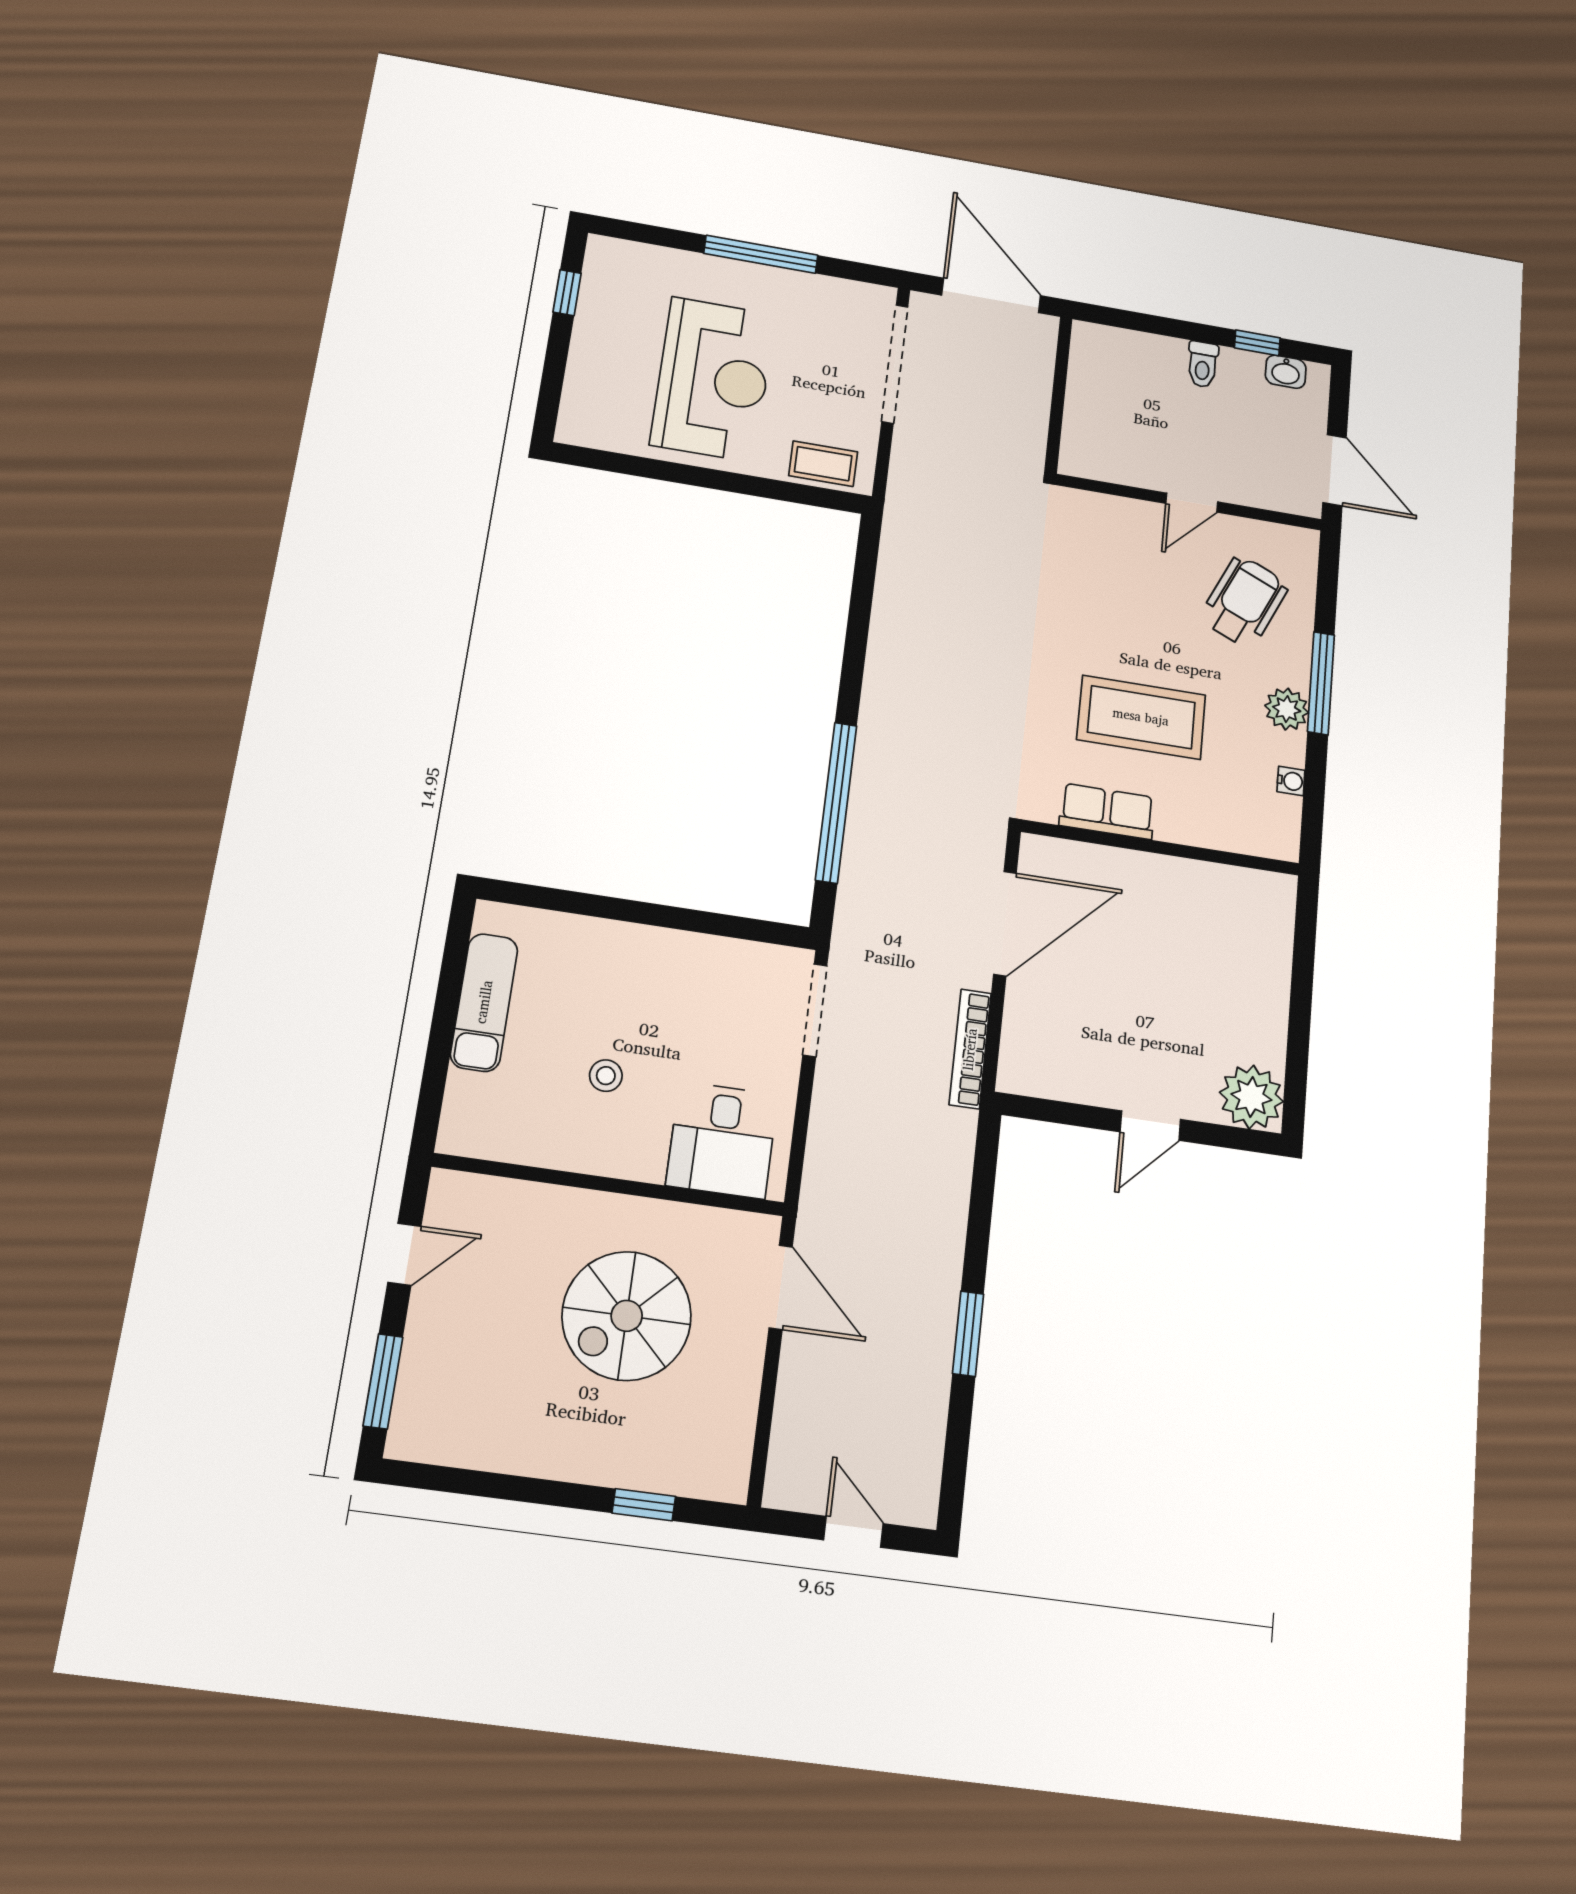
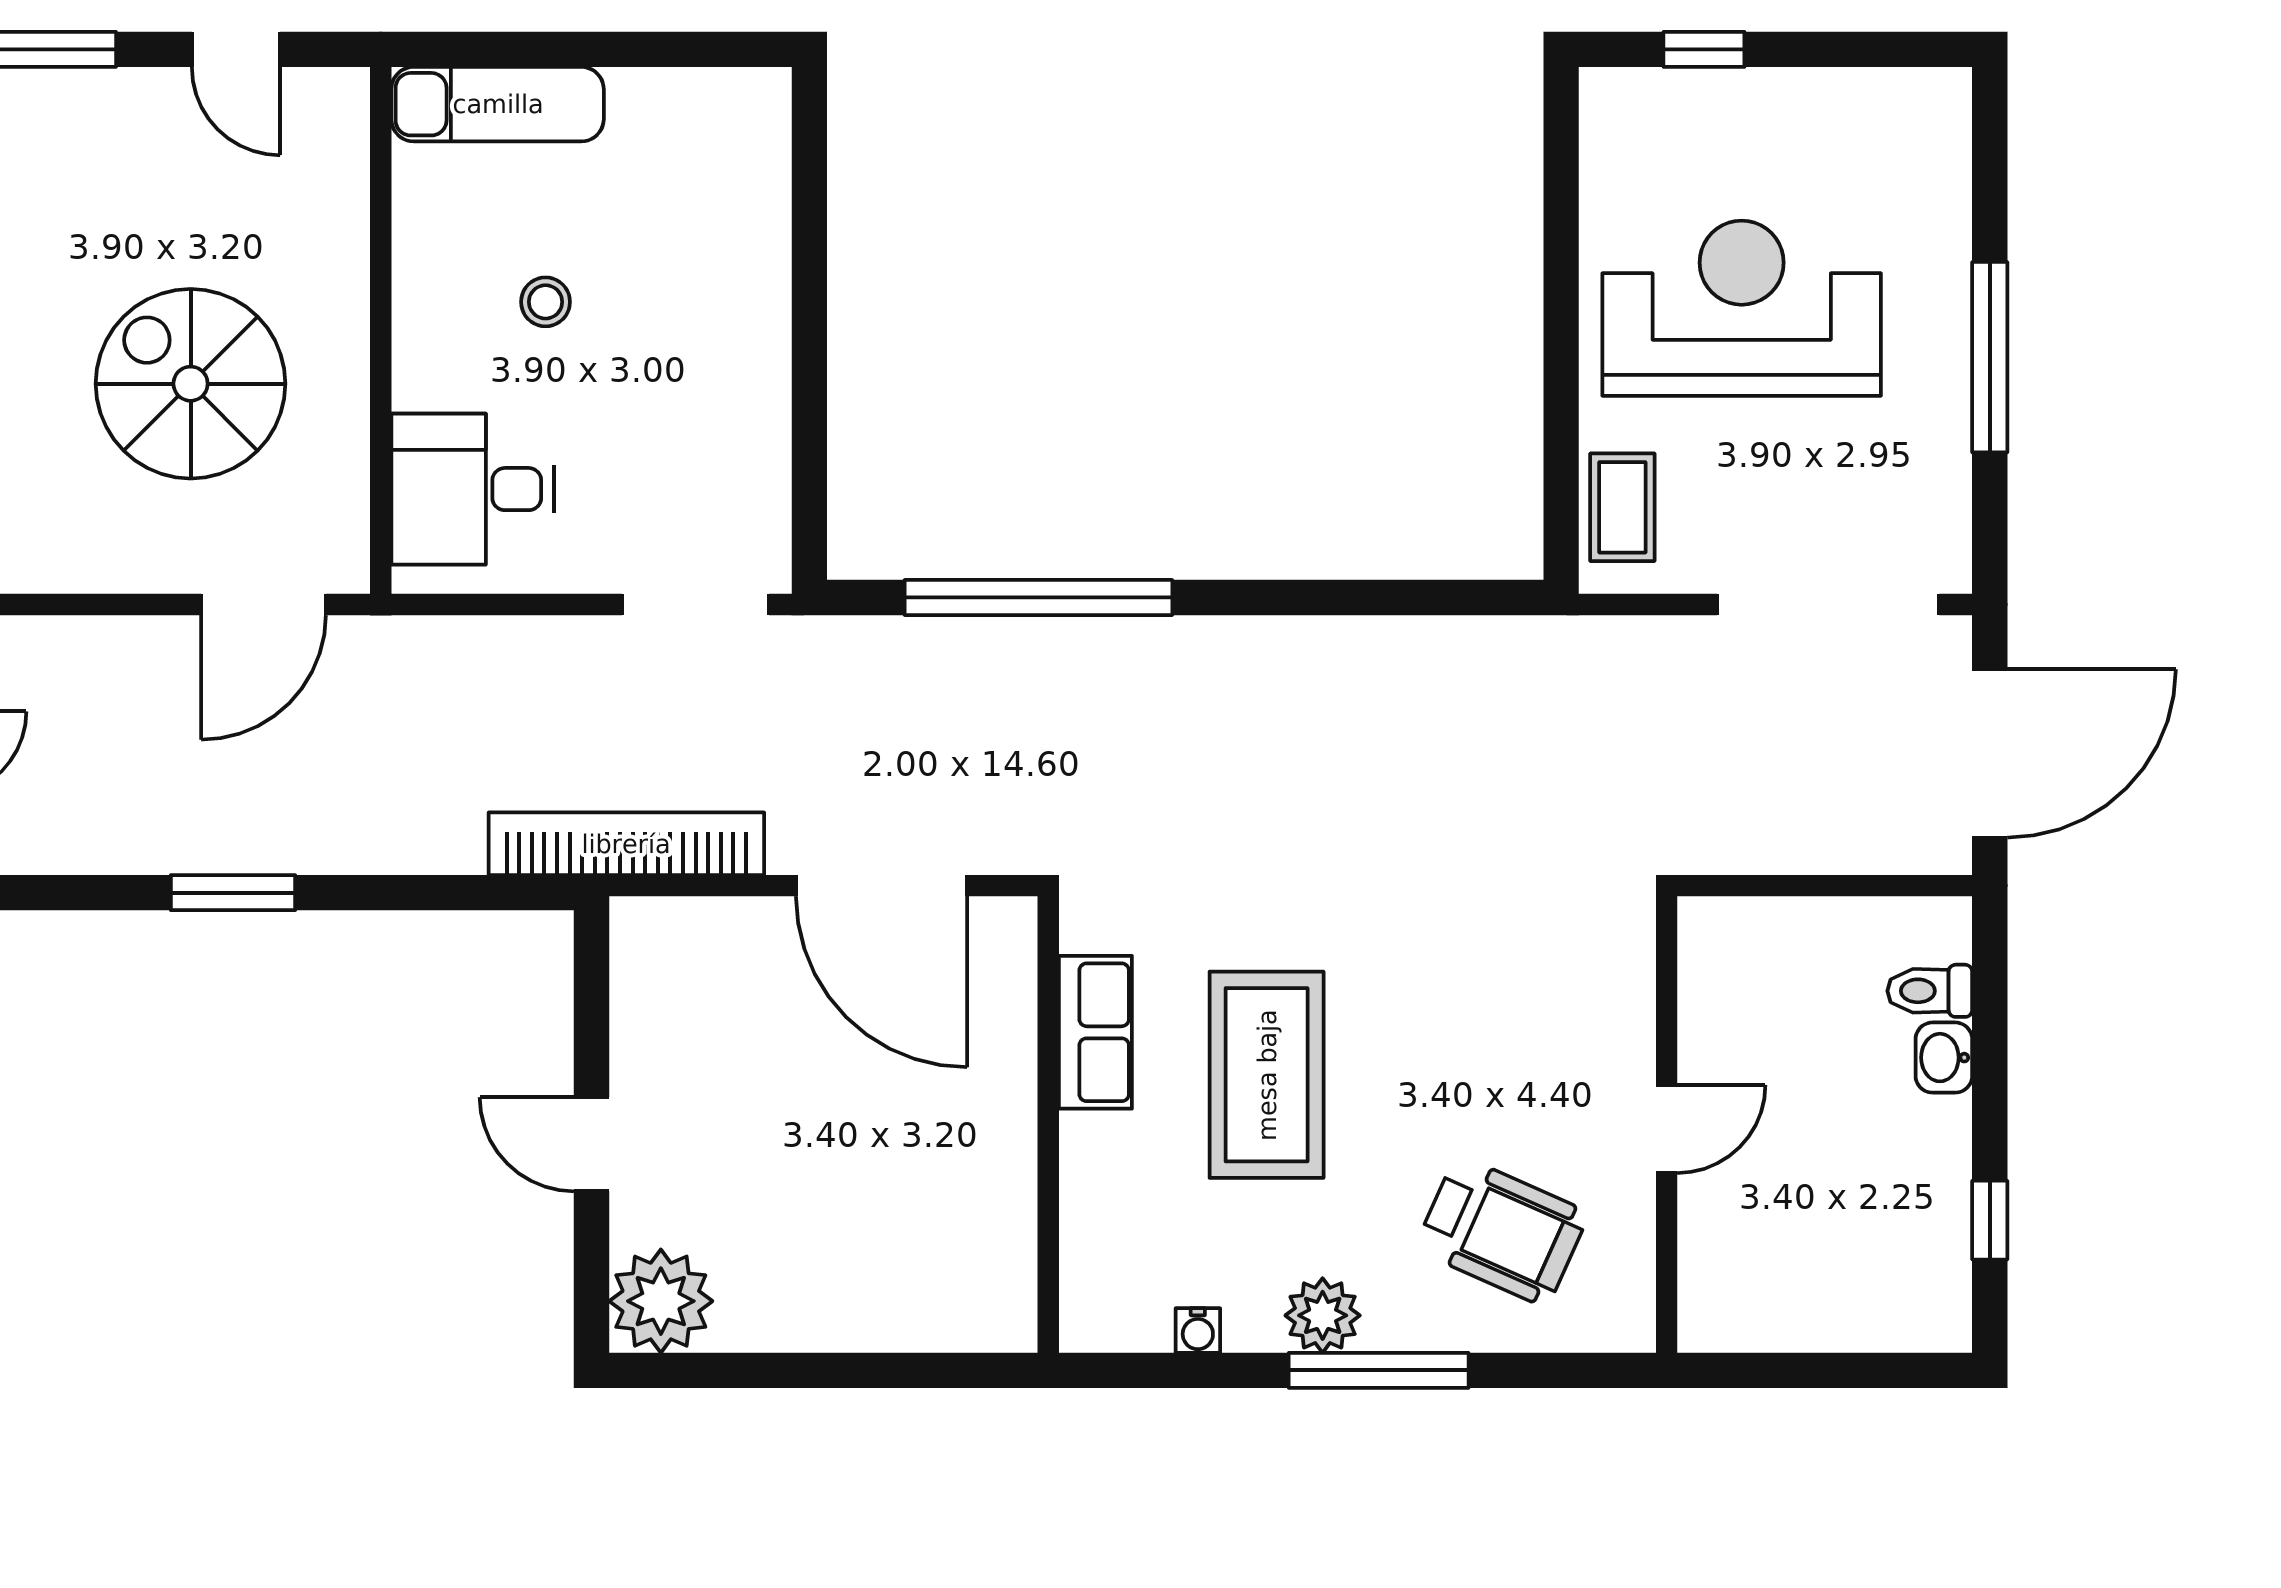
window: (567, 293) -> (1704, 49), moved
toilet: (1203, 364) -> (1930, 991), moved
washbasin: (1286, 372) -> (1944, 1058), moved
reception desk: (713, 379) -> (1742, 308), turned 180
door: (1335, 470) -> (1773, 1370), removed
door: (1192, 503) -> (1667, 1129), swing flipped
exam couch: (484, 1002) -> (498, 104), moved
bookcase: (970, 1049) -> (626, 844), width x1.48, depth x1.31

